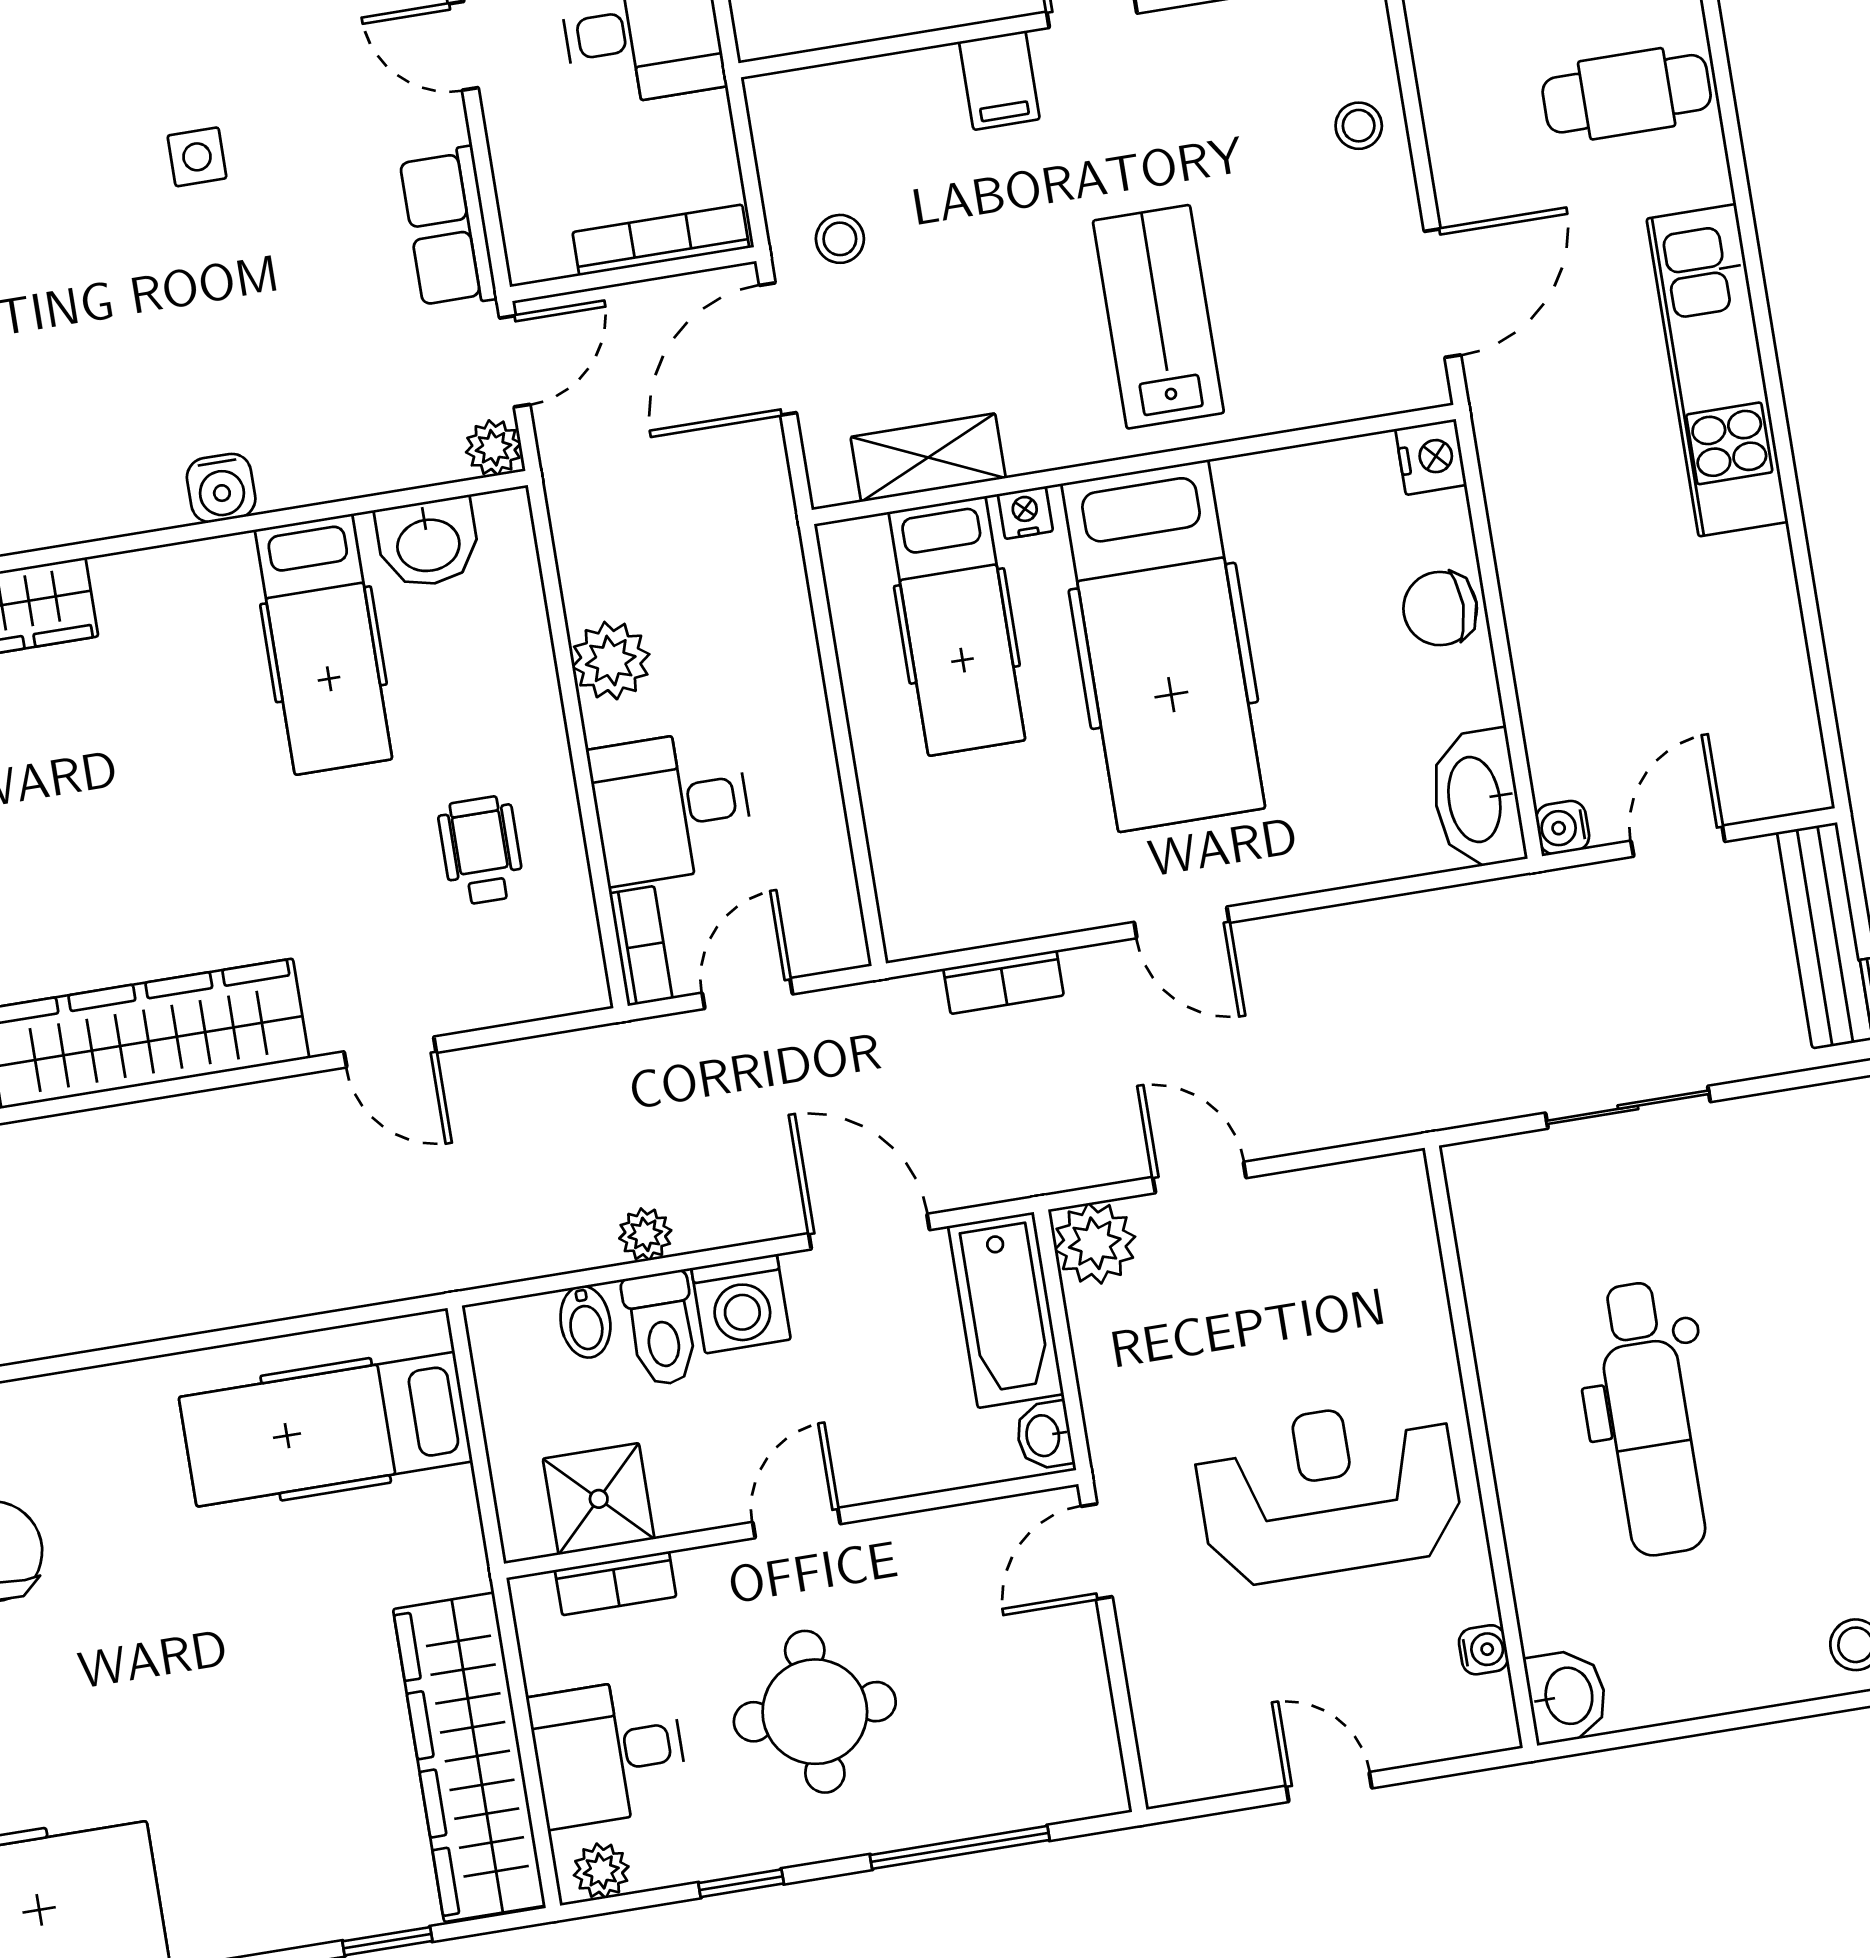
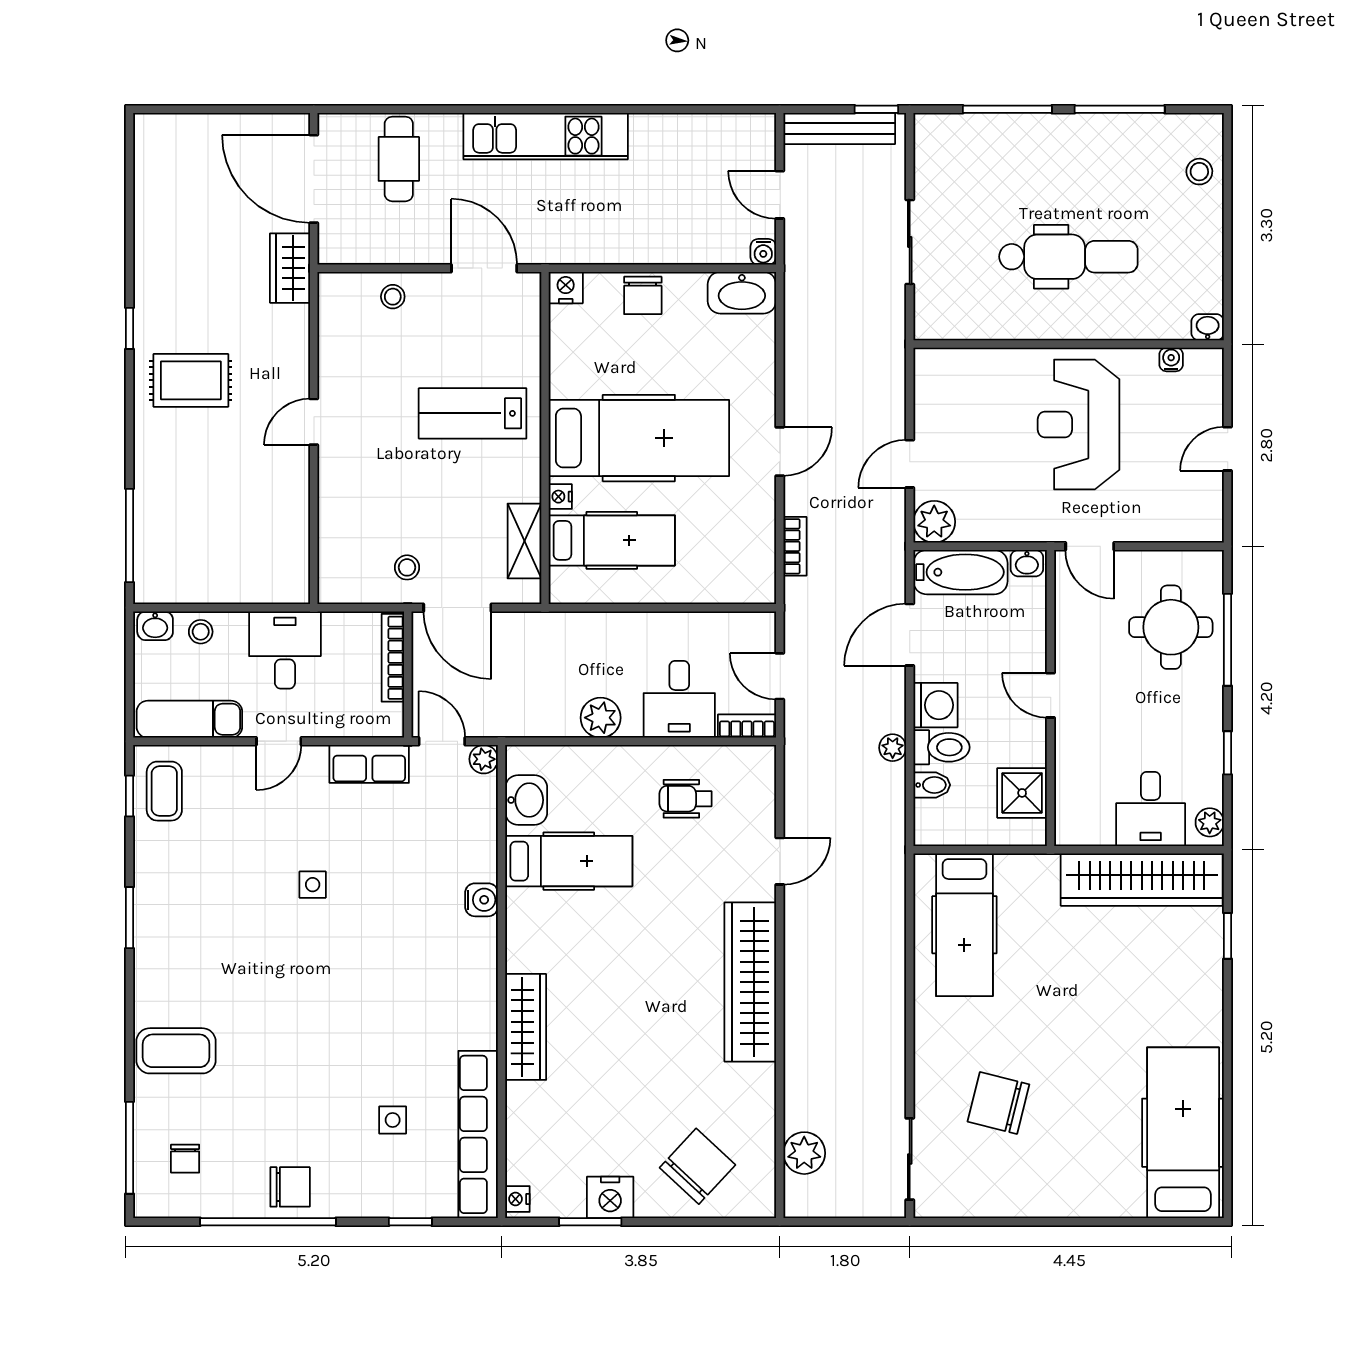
filing cabinet: (999, 80) -> (340, 474), removed
bookcase: (616, 1583) -> (1066, 791), removed
washbasin: (1567, 1696) -> (1208, 327), width x0.72, depth x0.69
round table: (815, 1712) -> (1171, 627), moved

